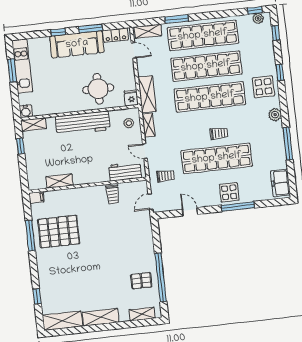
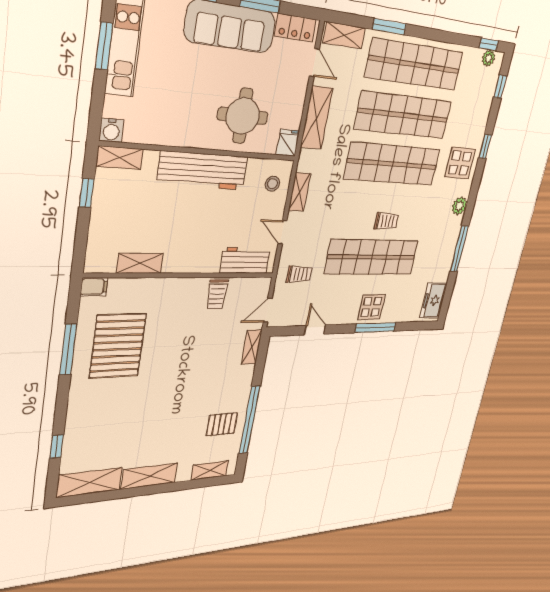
shelving: (147, 94) -> (317, 118), moved
shelving: (147, 227) -> (252, 347), added
pallet: (59, 232) -> (118, 346), turned 90

